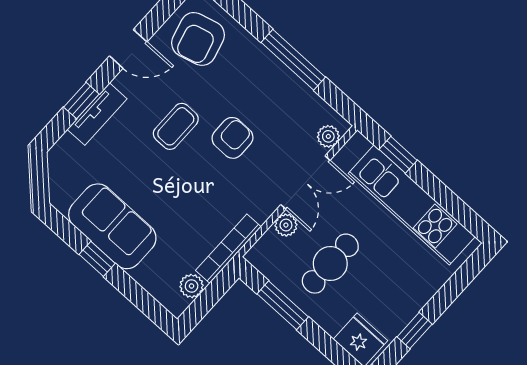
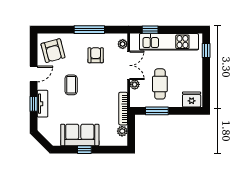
armchair: (232, 138) -> (96, 55), moved
window: (415, 331) -> (206, 50), moved

